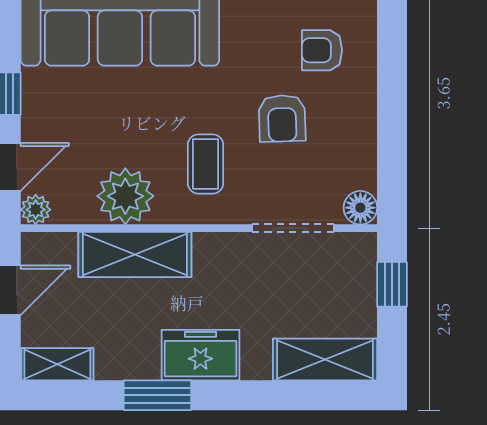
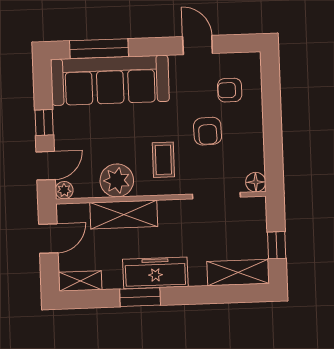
window: (392, 284) -> (277, 245), moved
freezer: (200, 355) -> (155, 273), width x1.40

